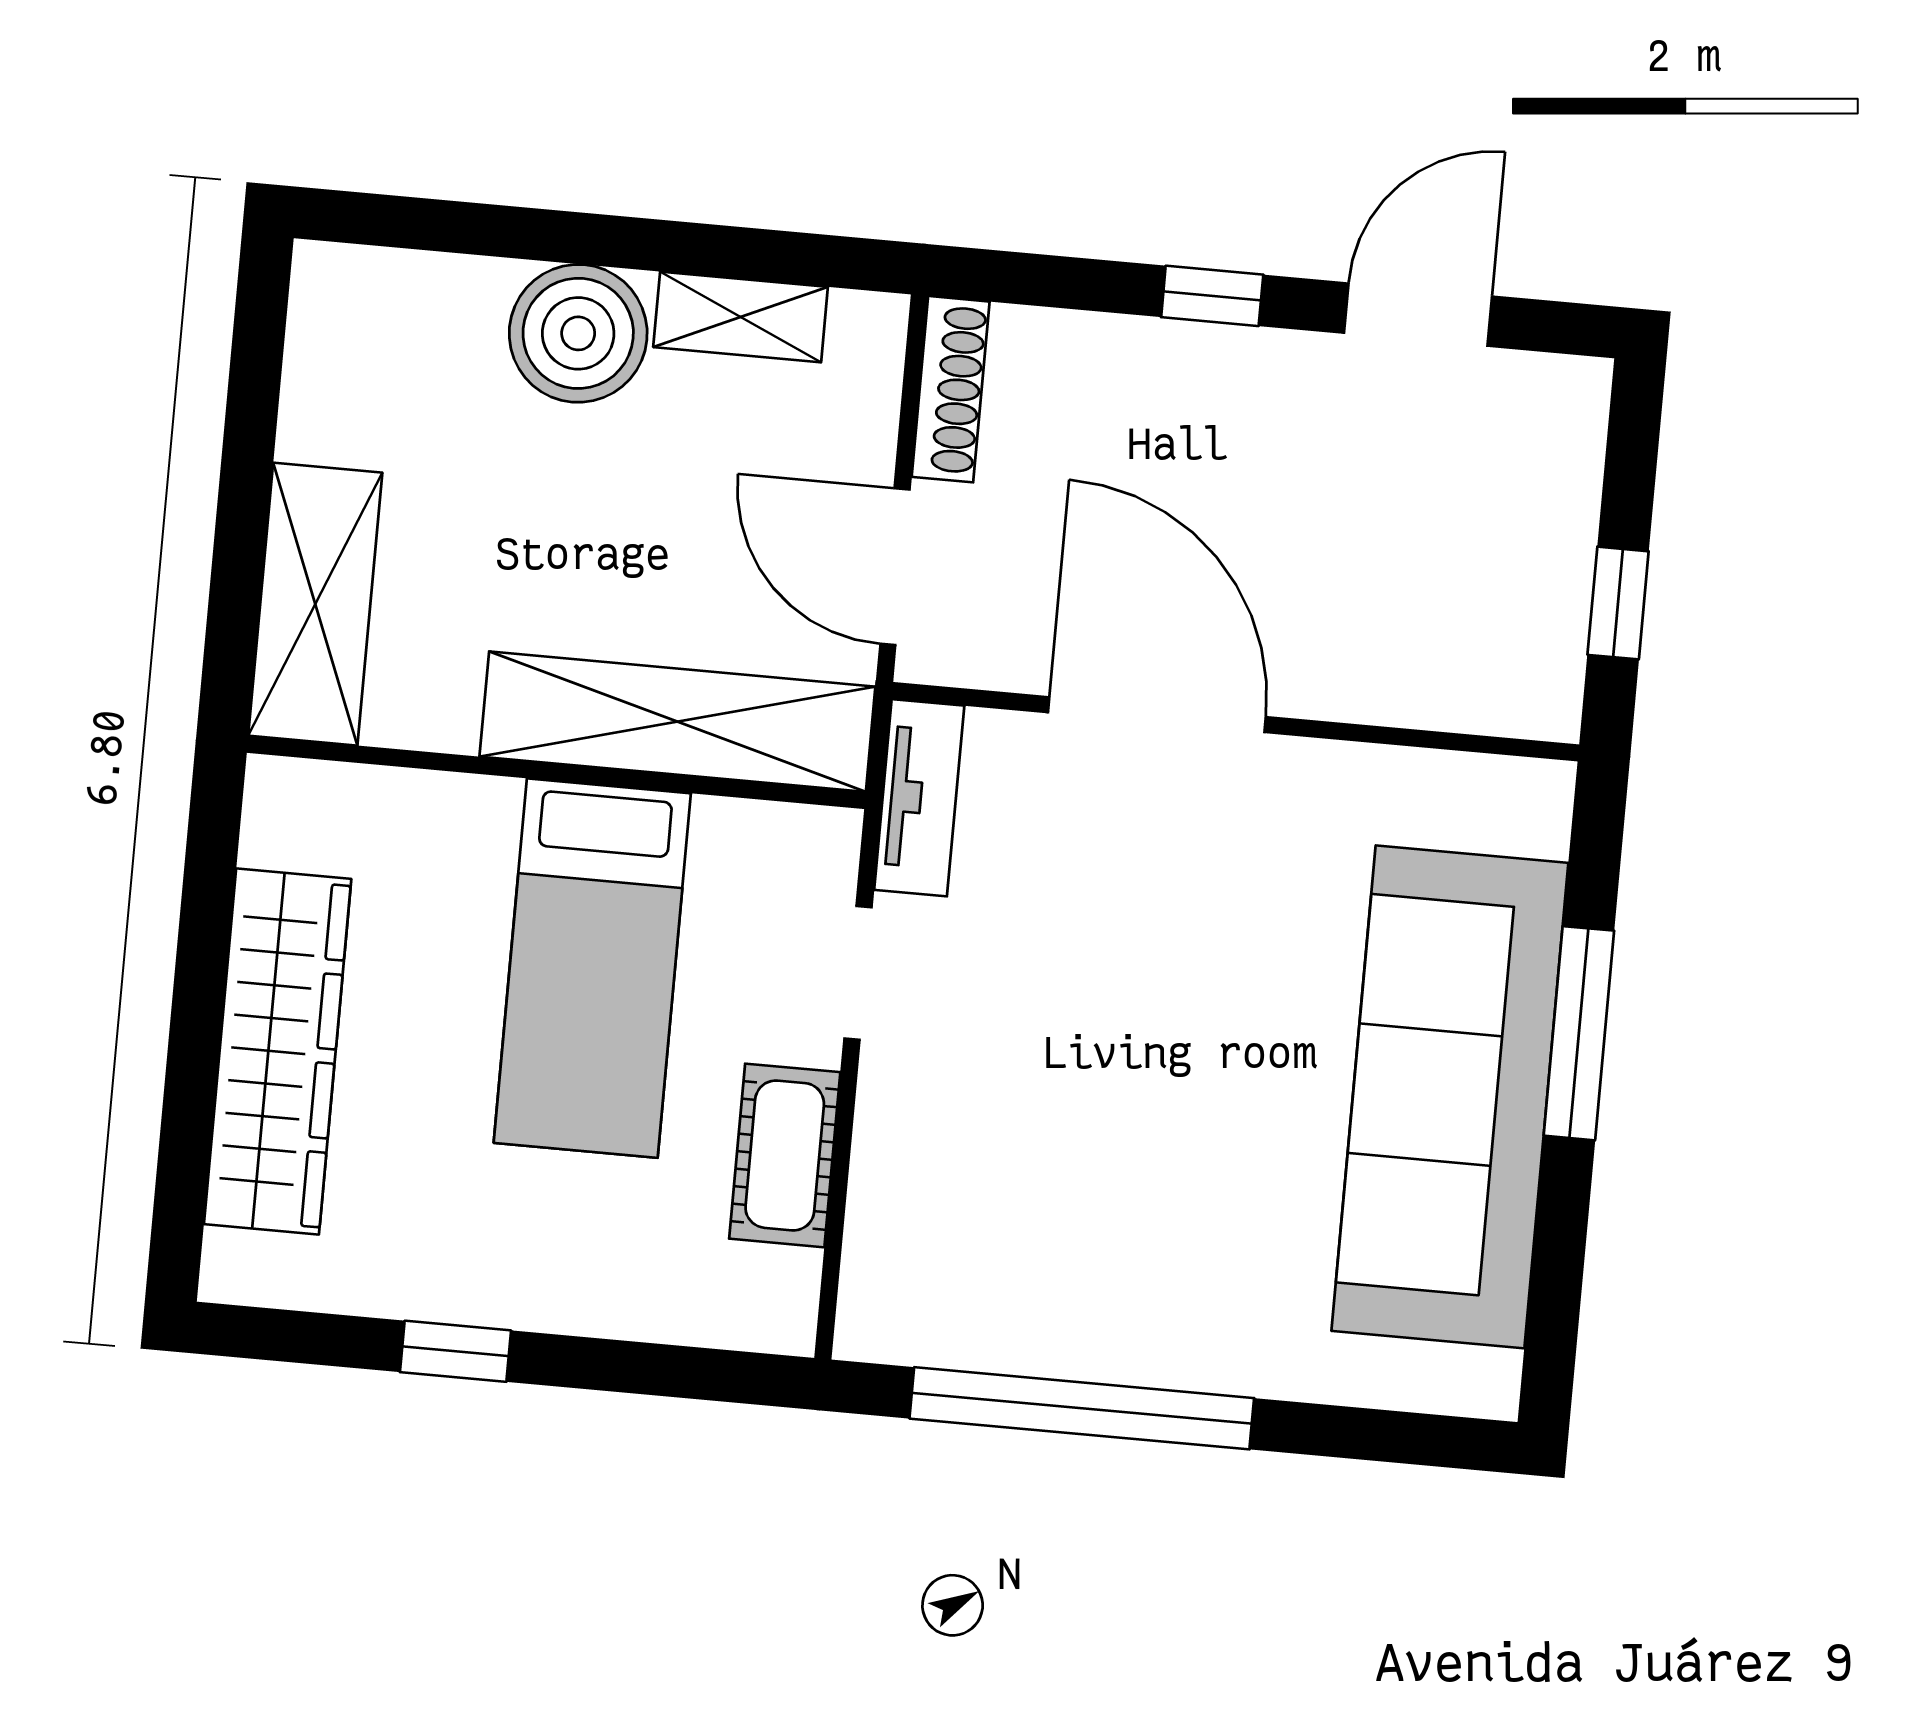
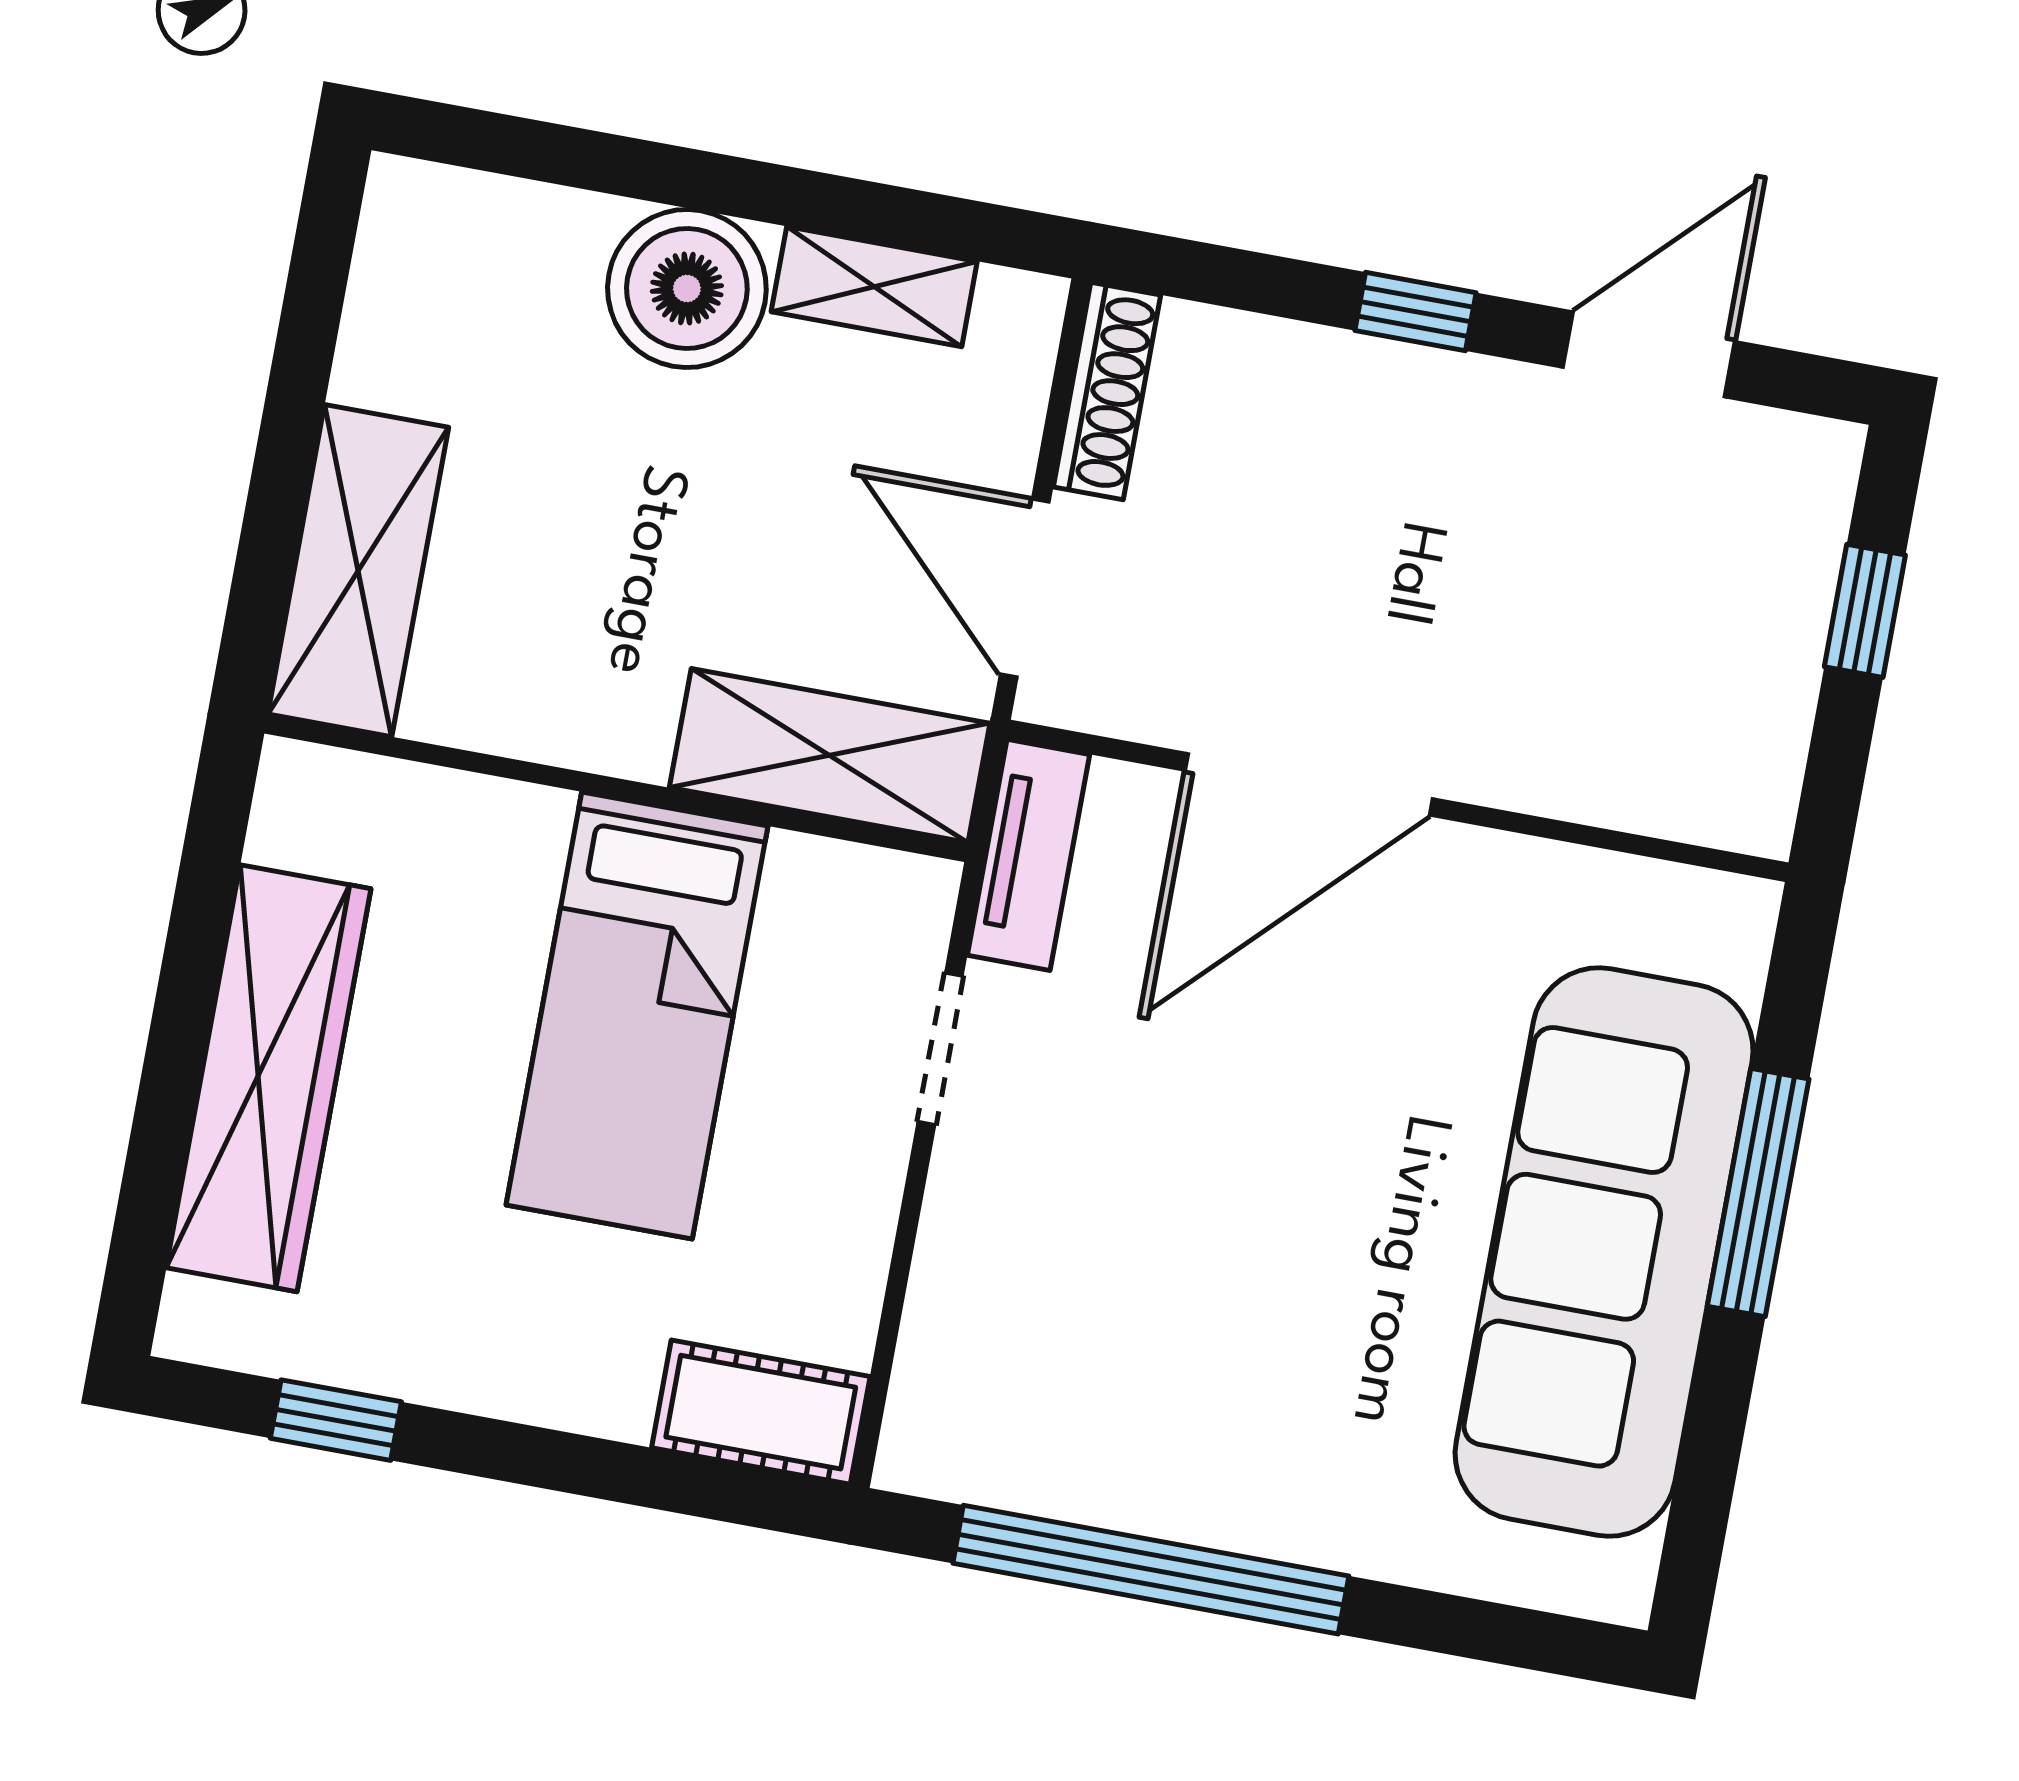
window: (1618, 603) -> (1865, 611), moved
door: (1157, 715) -> (1309, 784), swing flipped
shelving: (677, 722) -> (830, 755), width x0.68
cot: (785, 1155) -> (761, 1412), moved, turned 90
window: (456, 1351) -> (336, 1420), moved

